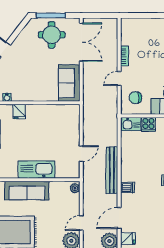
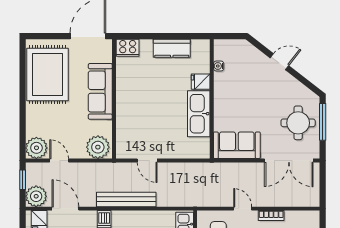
kitchen sink: (37, 170) -> (199, 114), moved, turned 180
plant: (75, 188) -> (98, 147), width x1.88, depth x1.88

